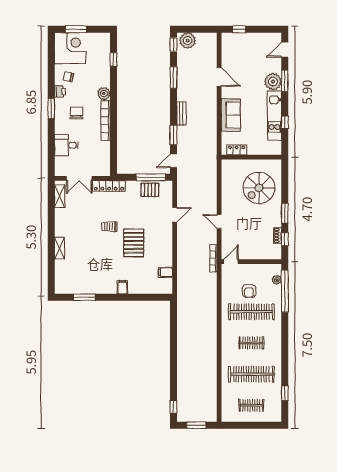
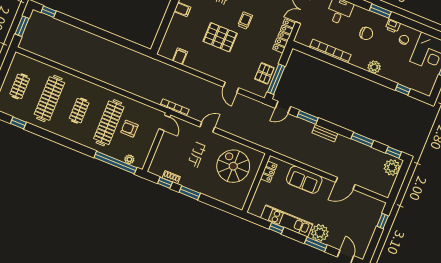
bookcase: (106, 121) -> (330, 51), moved
door: (174, 161) -> (283, 107), swing flipped
spiral stairs: (259, 188) -> (233, 166), moved

